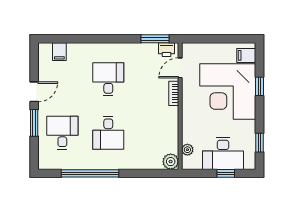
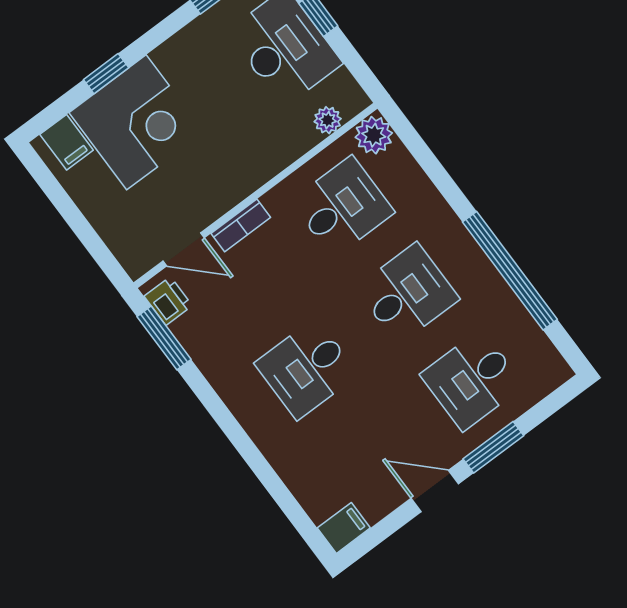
filing cabinet: (59, 52) -> (344, 528), moved
corner desk: (228, 92) -> (136, 122), width x0.74, depth x0.74
desk: (154, 133) -> (343, 207), added

